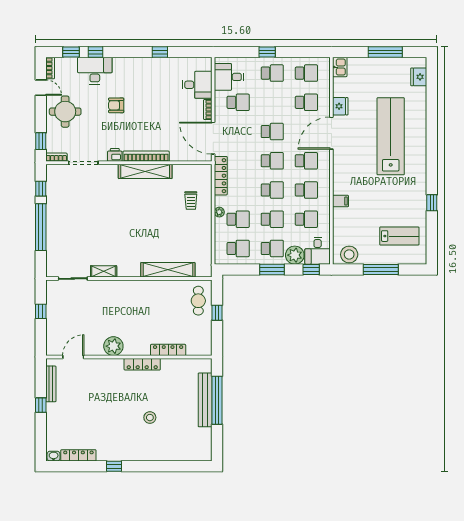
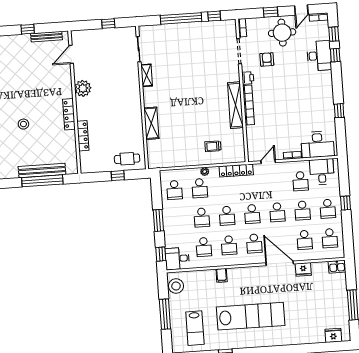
desk: (197, 85) -> (317, 144), width x1.37
armchair: (116, 105) -> (267, 59), moved
lab bench: (391, 136) -> (251, 316), moved
door: (213, 138) -> (268, 162), width x0.53
window: (41, 141) -> (271, 12), moved
school desk: (272, 248) -> (303, 211), moved
plant: (295, 255) -> (172, 239), removed
shelving: (168, 270) -> (151, 123), width x0.68
door: (73, 357) -> (71, 54), swing flipped

